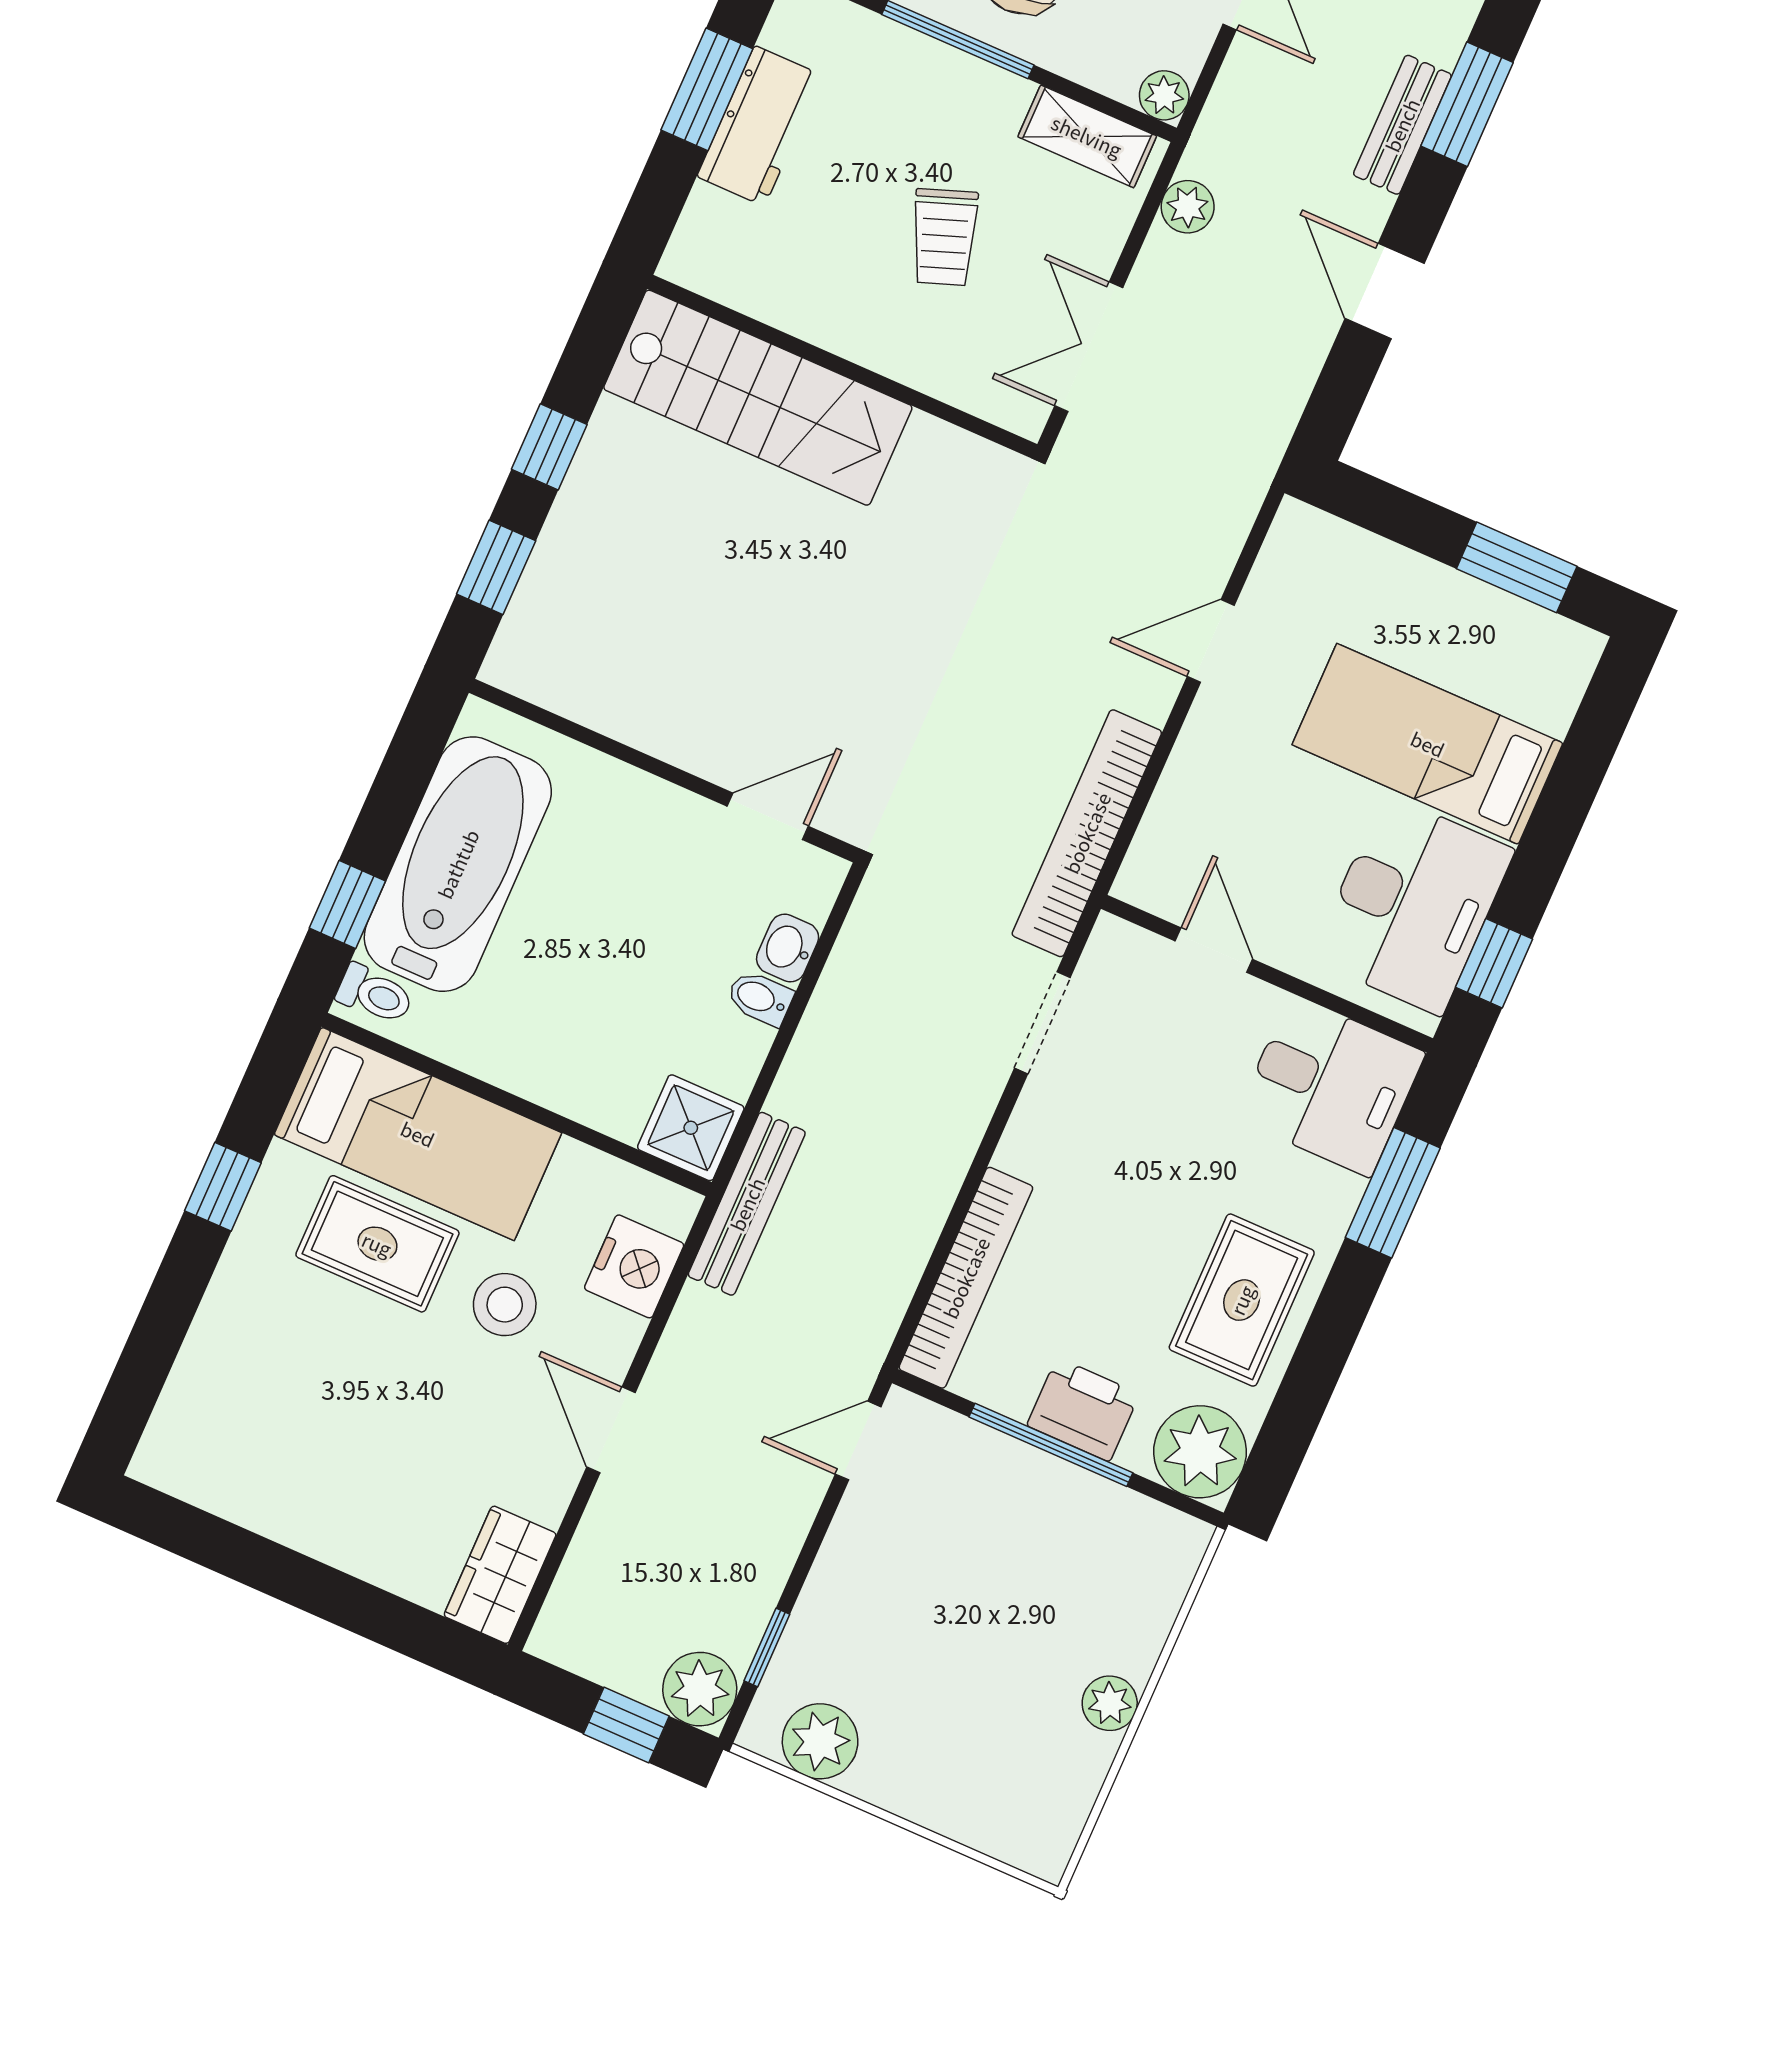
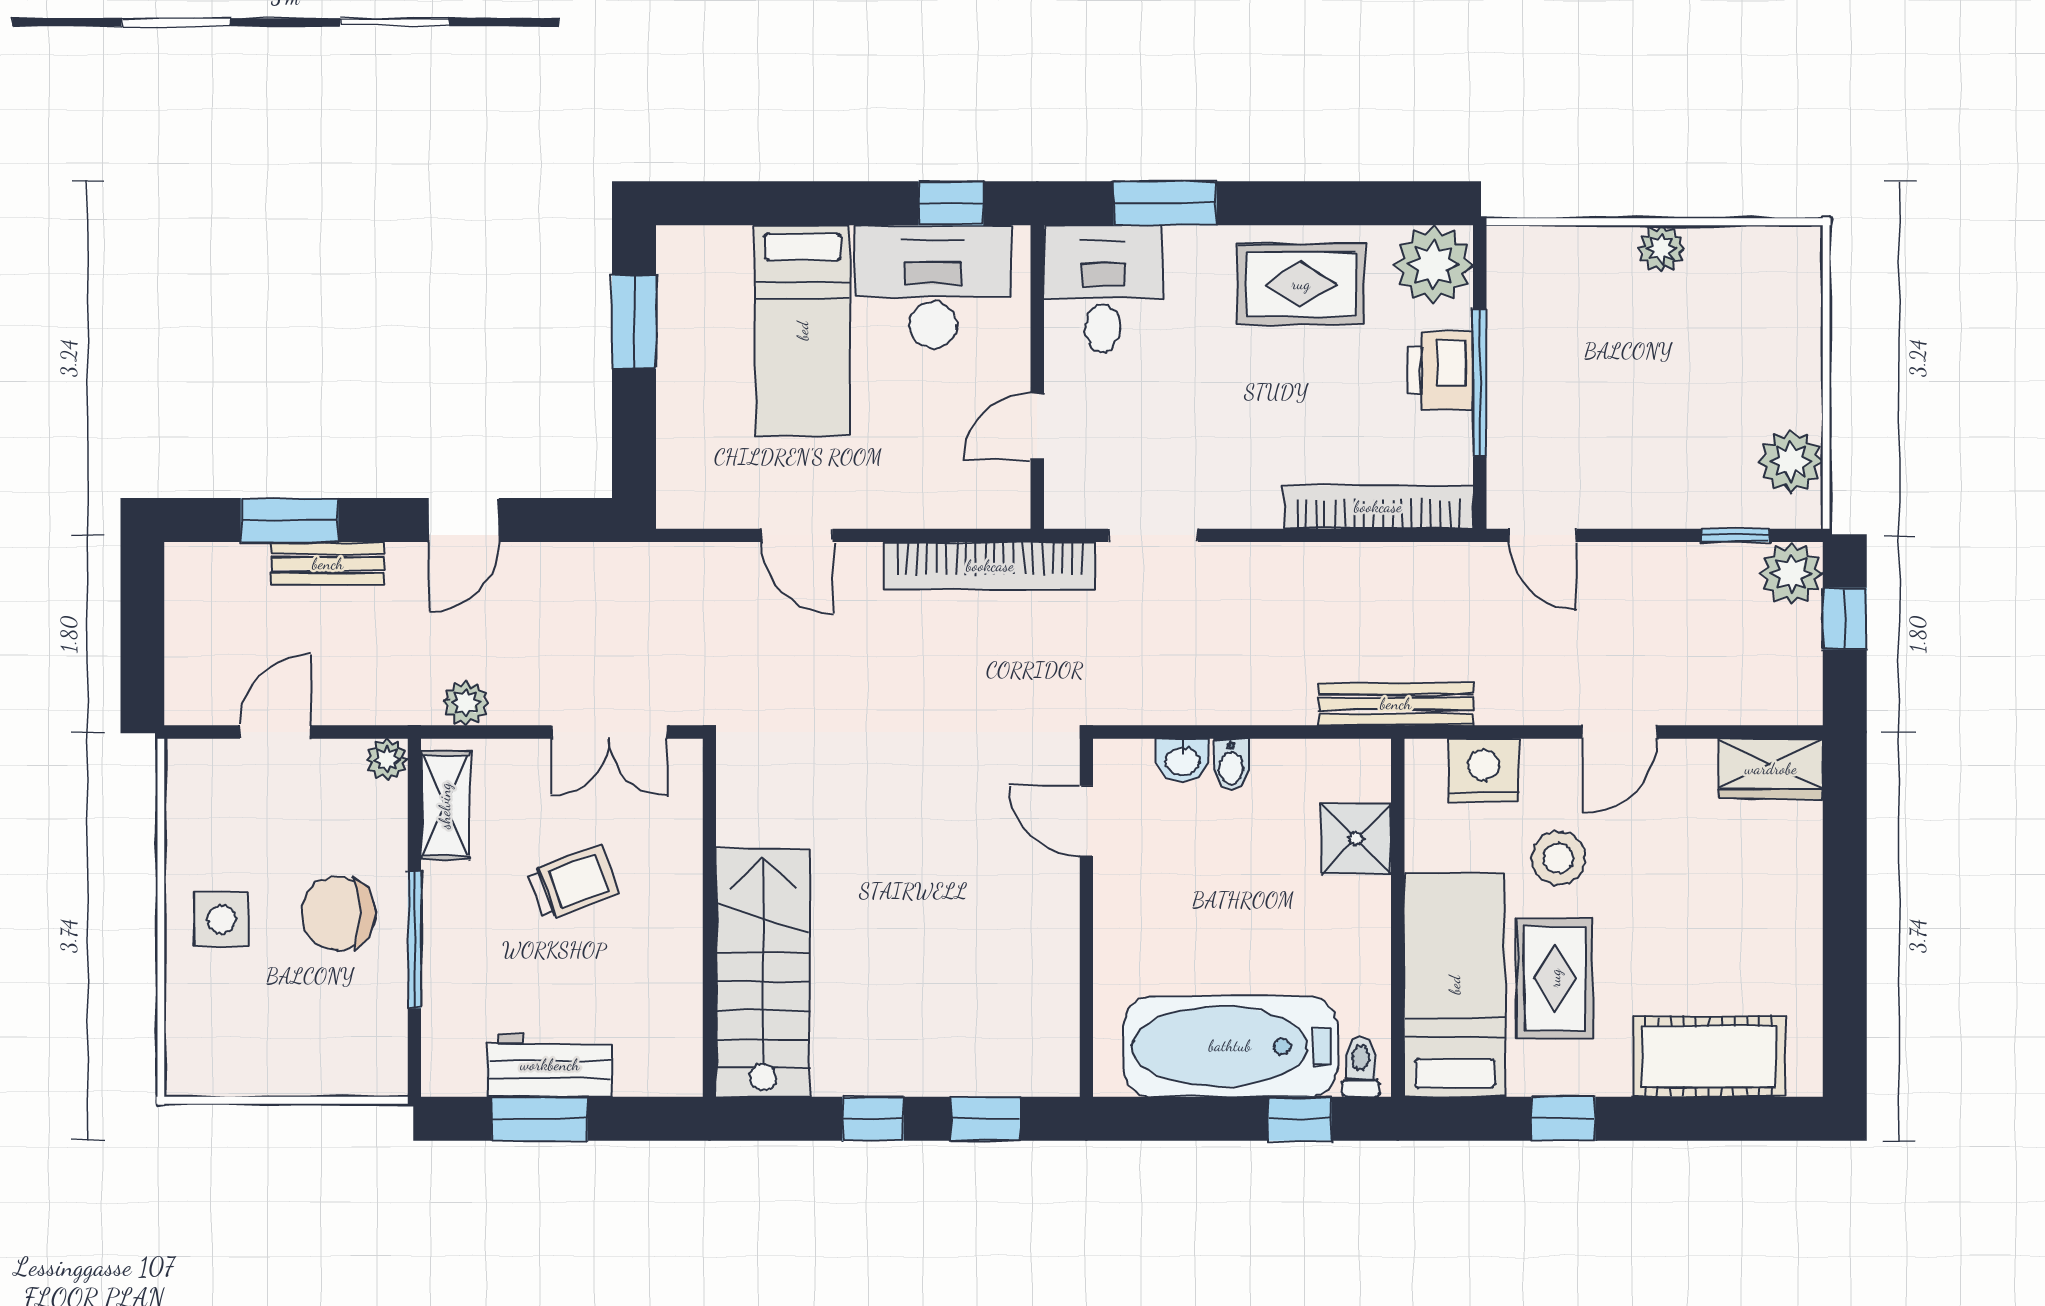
shower: (691, 1128) -> (1356, 839), moved
cot: (221, 1372) -> (1709, 1057), added

